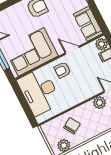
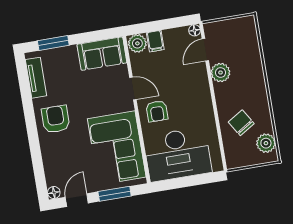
door: (72, 50) -> (133, 88), swing flipped

